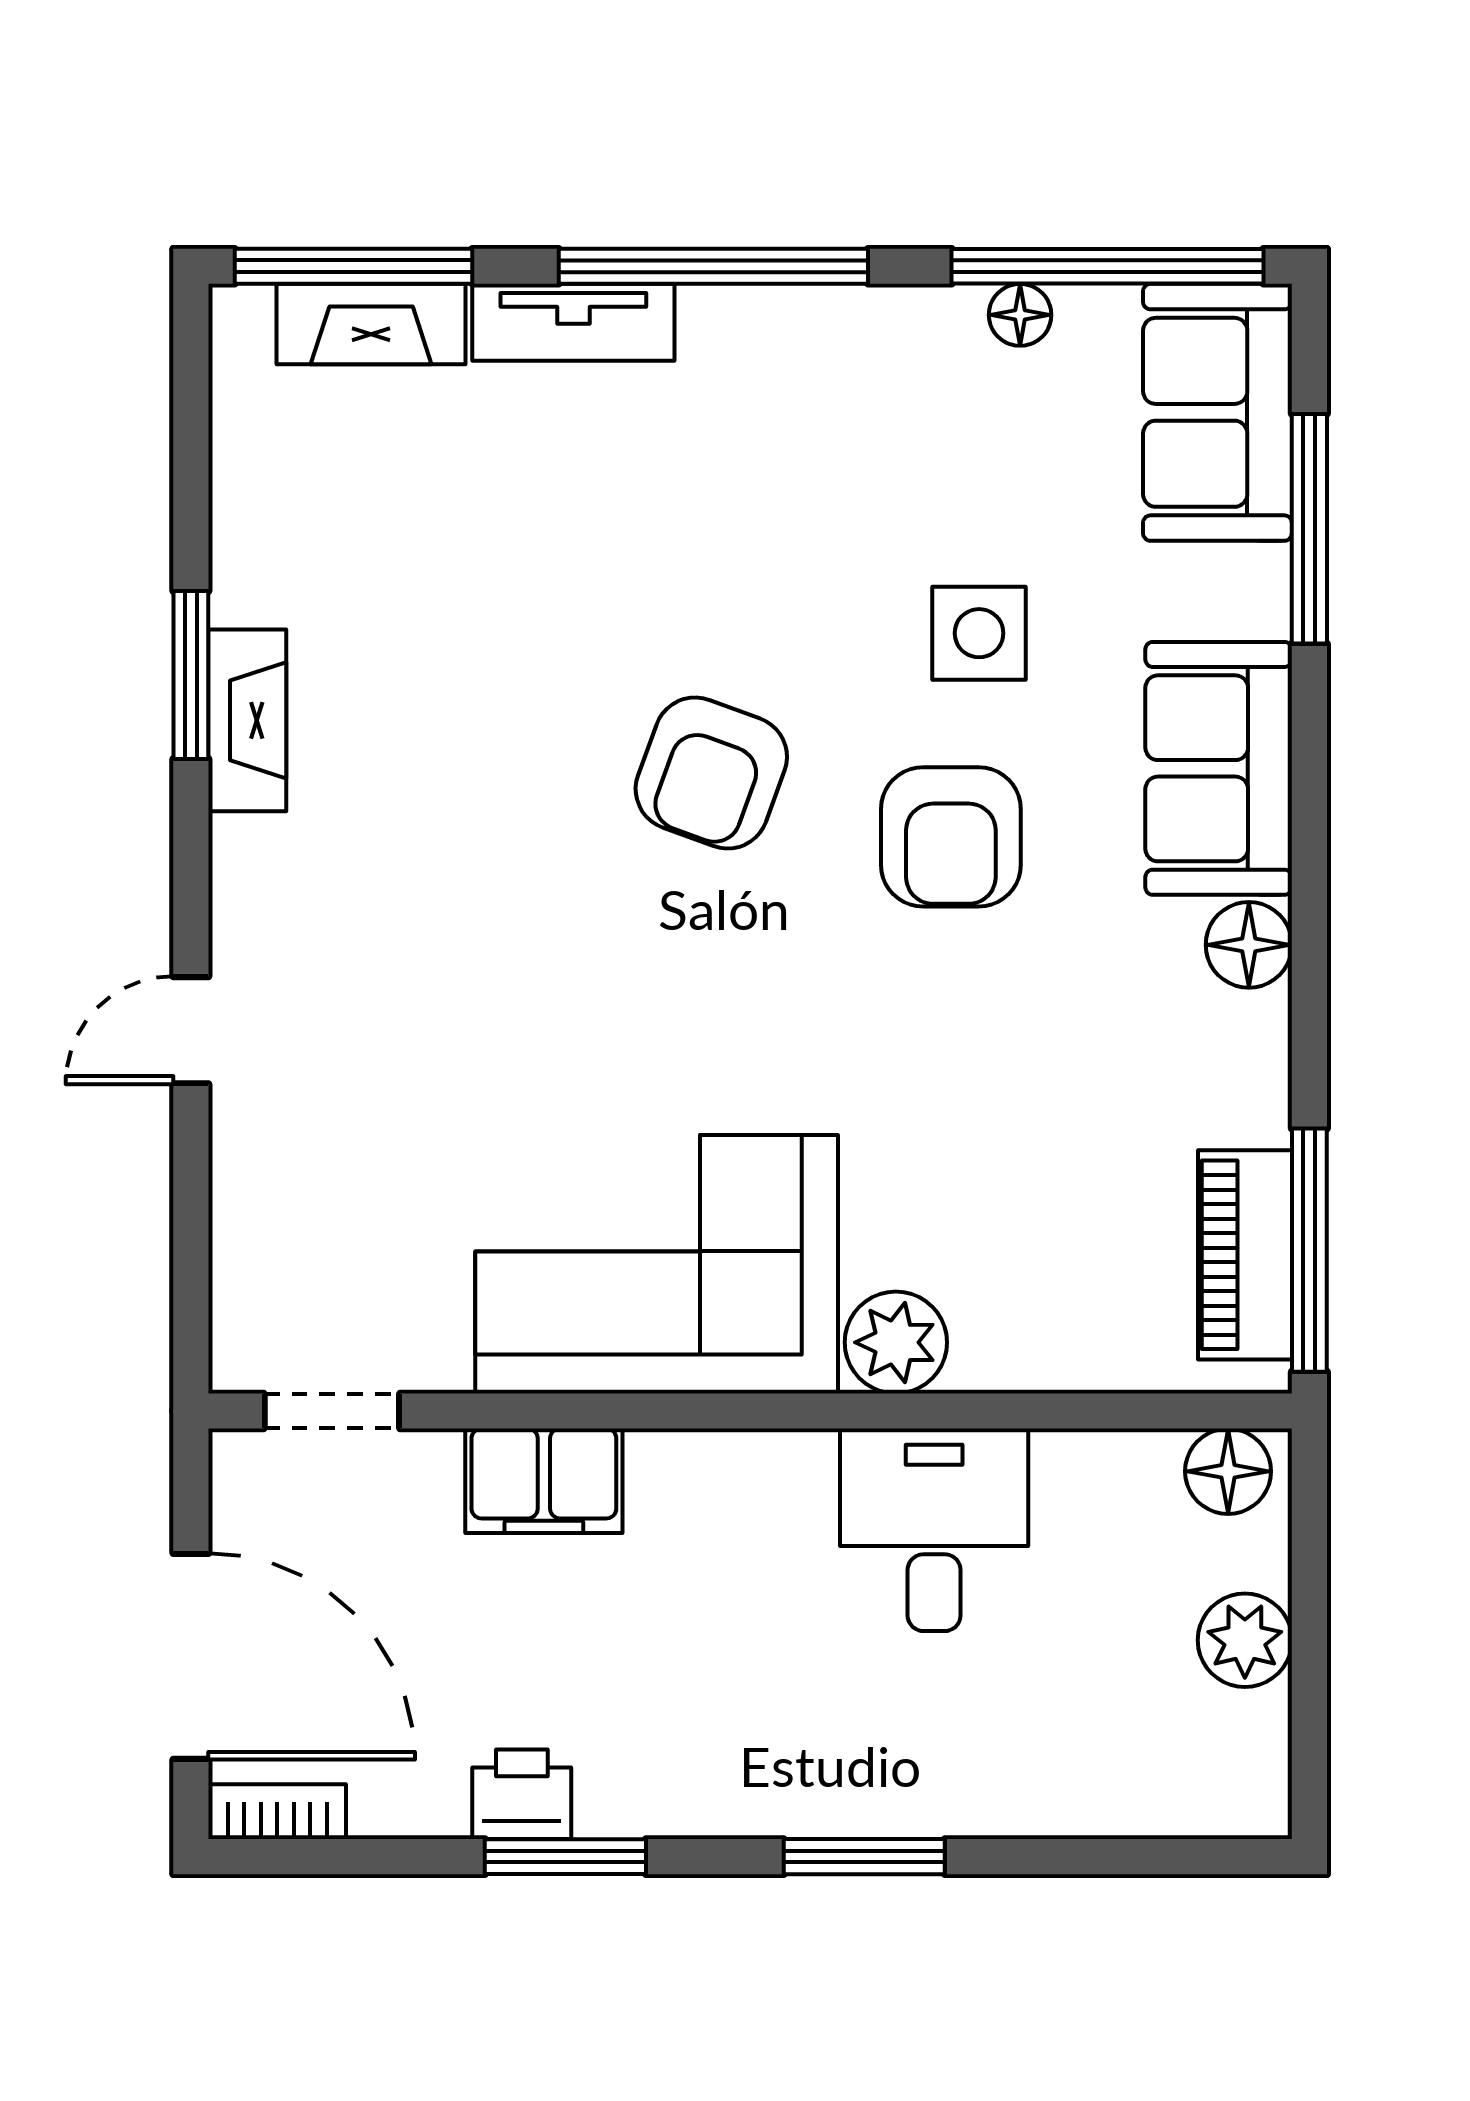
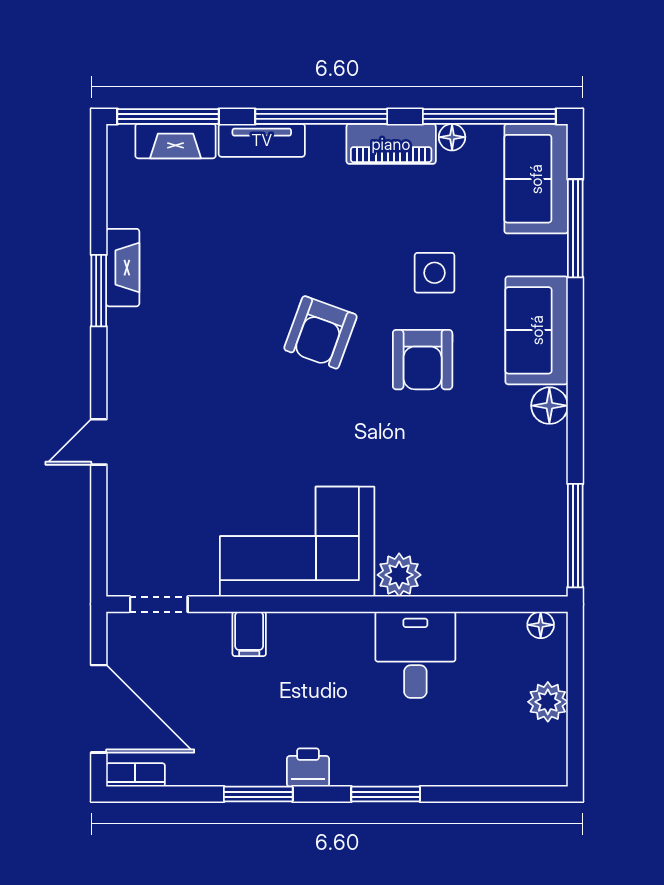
fireplace: (247, 720) -> (123, 268), moved
piano: (1245, 1255) -> (391, 144), moved, turned -90
floor lamp: (1228, 1471) -> (541, 625), width x0.73, depth x0.73
filing cabinet: (544, 1481) -> (249, 634), width x0.50
printer: (522, 1794) -> (308, 767), moved

